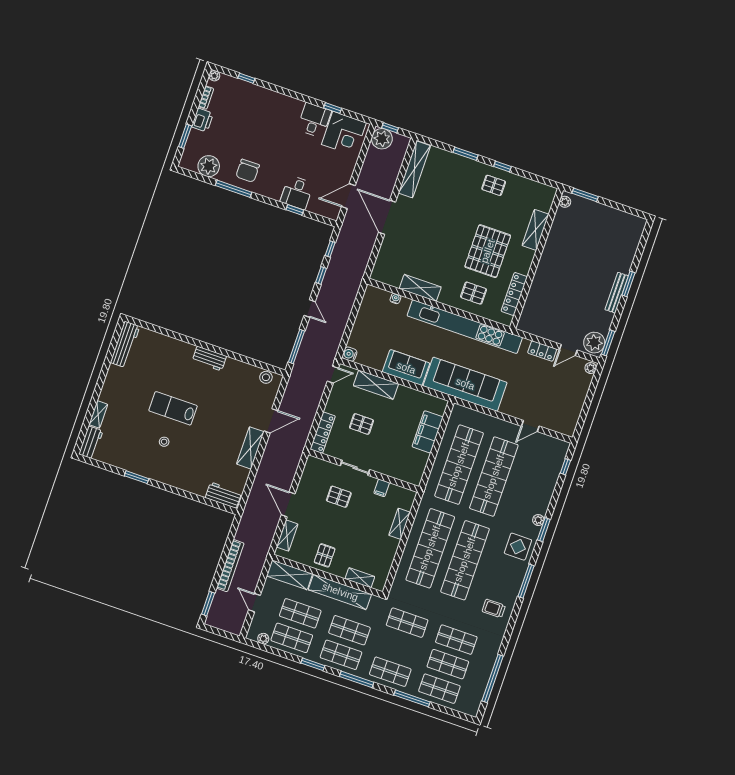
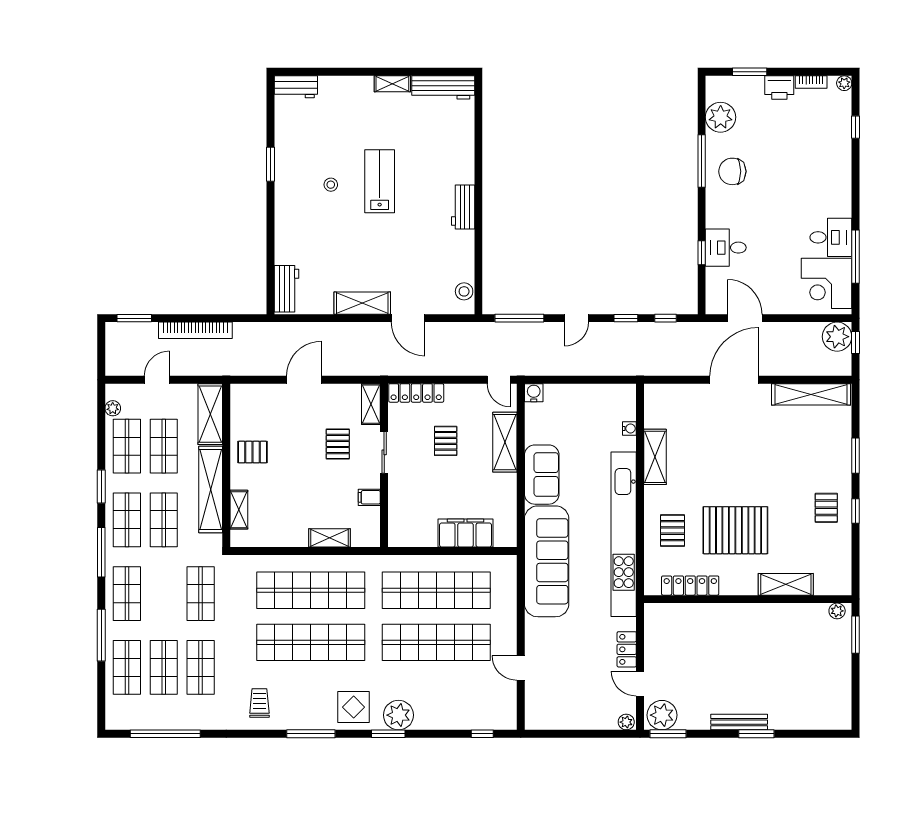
window: (333, 108) -> (856, 257), width x2.17
shelving: (98, 414) -> (392, 84), moved
plant: (538, 520) -> (398, 715), width x1.87, depth x1.87
shelving: (287, 536) -> (371, 404), moved, turned 90

